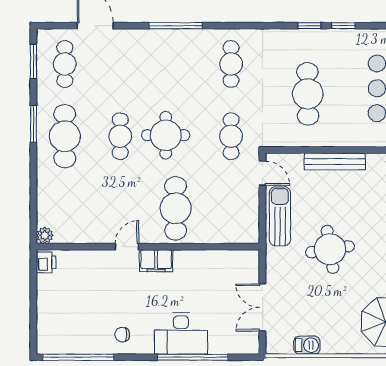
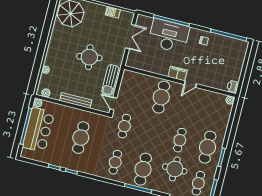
cafe table: (176, 64) -> (143, 169), added
round table: (166, 135) -> (175, 169), moved
desk: (181, 333) -> (169, 36), width x1.36, depth x1.30

